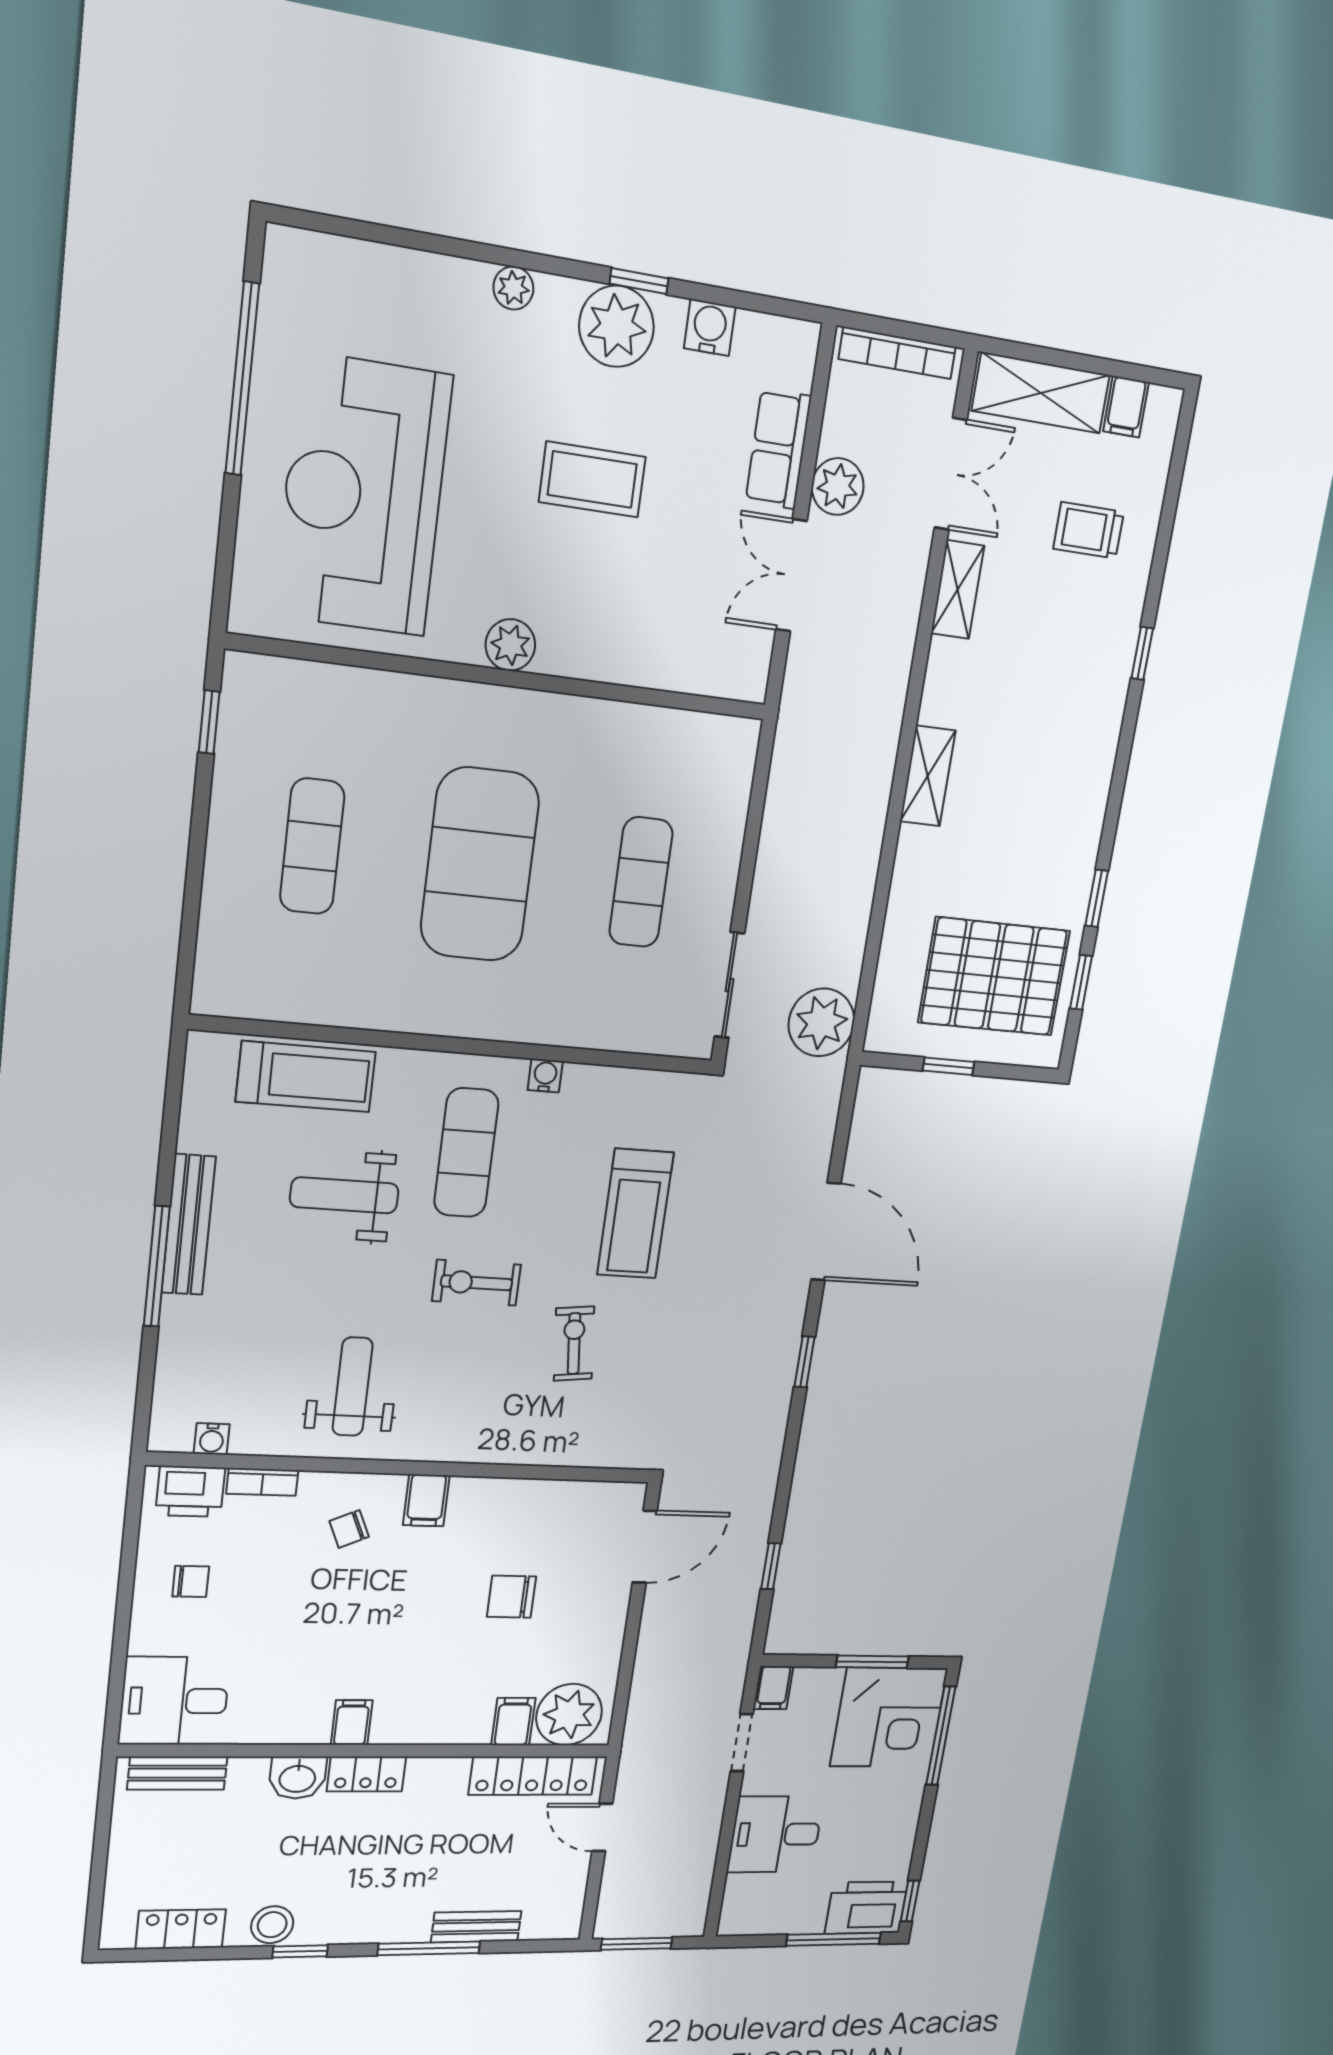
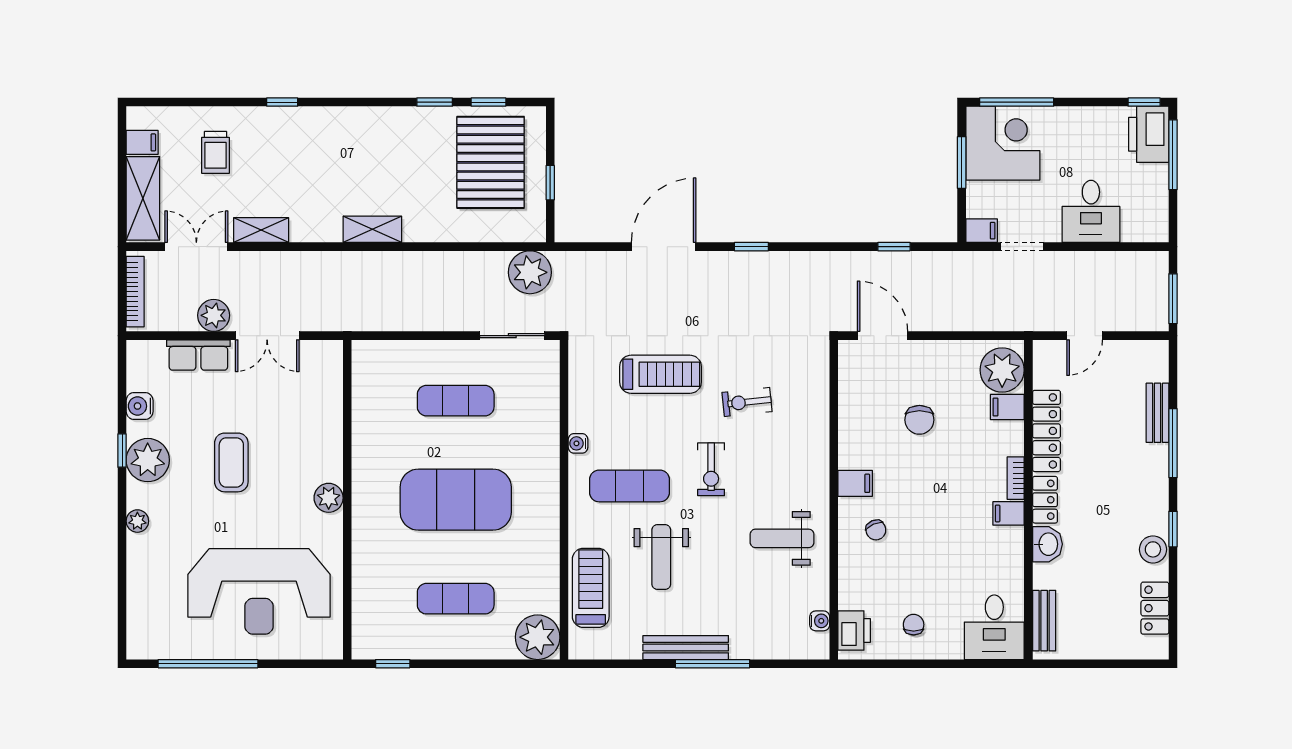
plant: (231, 980) -> (538, 637), added
bookcase: (262, 1482) -> (1016, 478), moved, turned 180
locker: (533, 1776) -> (1046, 431), moved

